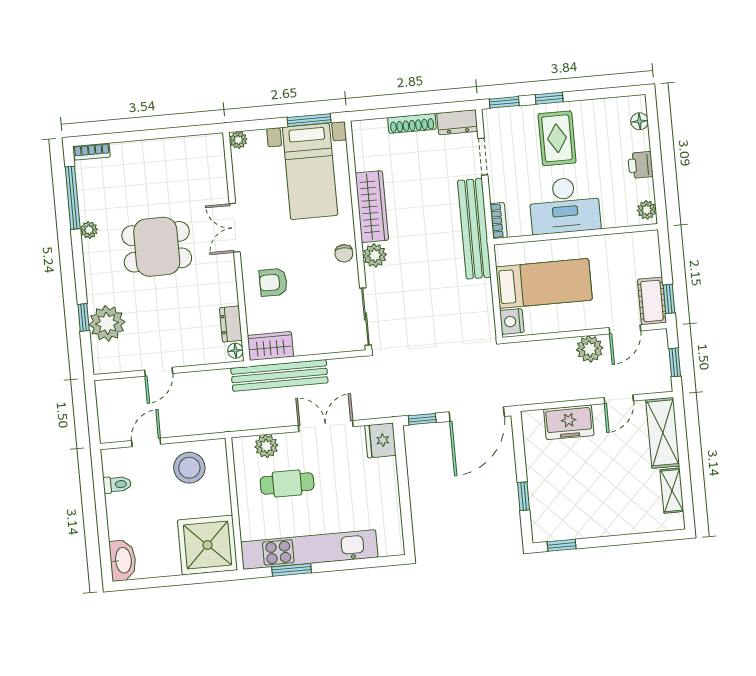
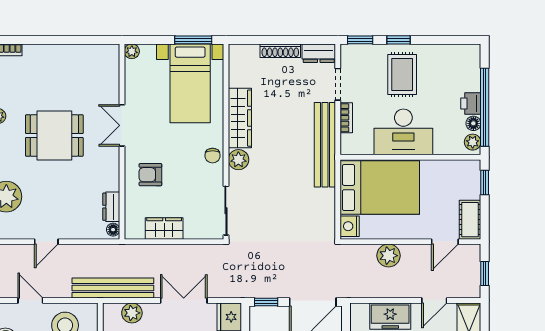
floor lamp: (640, 121) -> (473, 123), moved
window: (657, 168) -> (485, 107), added
bookcase: (499, 221) -> (346, 118), moved
bed: (544, 283) -> (380, 188), width x1.50
window: (669, 299) -> (485, 183), moved
wardrobe: (270, 346) -> (164, 228), moved
plant: (590, 349) -> (389, 256), moved
bench: (279, 375) -> (113, 288), moved
door: (146, 442) -> (30, 300), hinge flipped

